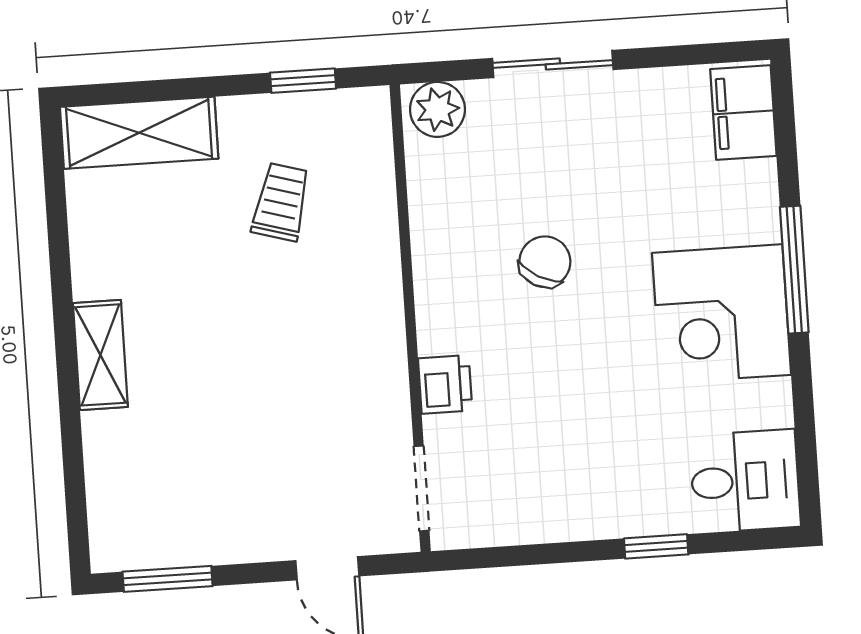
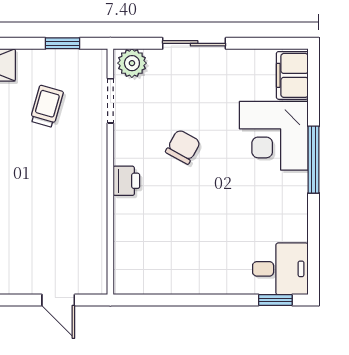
corner desk: (721, 314) -> (274, 136), moved
printer: (445, 384) -> (126, 181), moved
doorway: (421, 488) -> (110, 101), moved
window: (656, 546) -> (275, 300), moved

